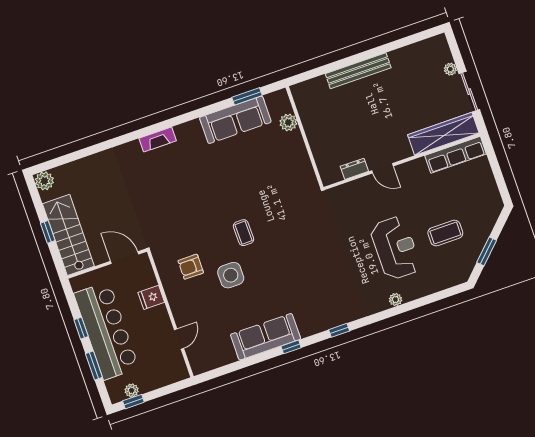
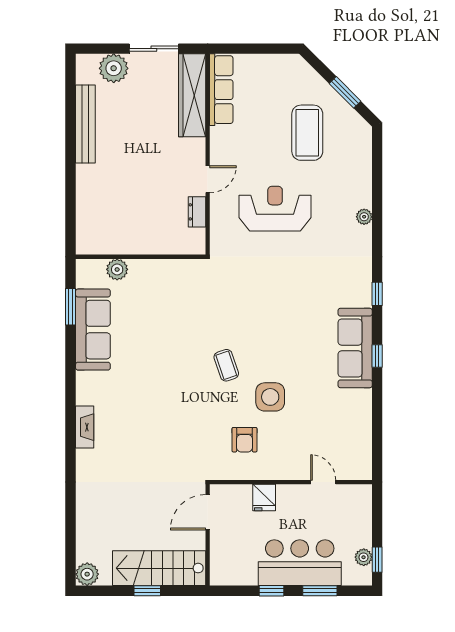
plant: (450, 69) -> (114, 68), width x1.88, depth x1.88
bench: (358, 71) -> (85, 124), moved
coffee table: (243, 233) -> (226, 365), turned 72
coffee table: (445, 233) -> (307, 133), width x1.36, depth x1.32
reception desk: (395, 248) -> (275, 209), moved
bar counter: (106, 331) -> (300, 563), width x0.73
sofa: (266, 337) -> (355, 348), moved

